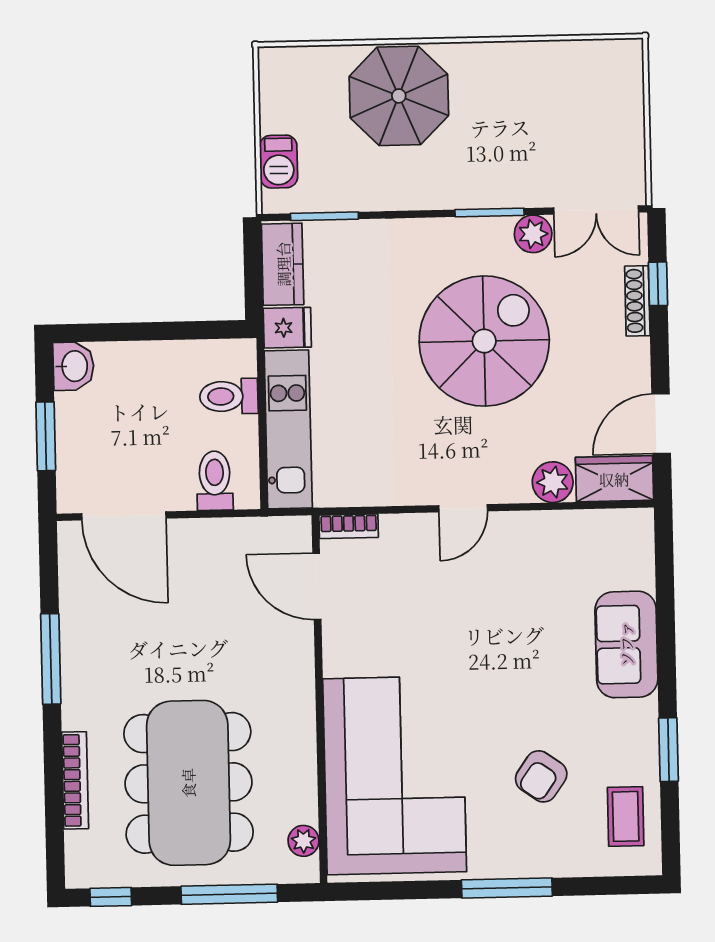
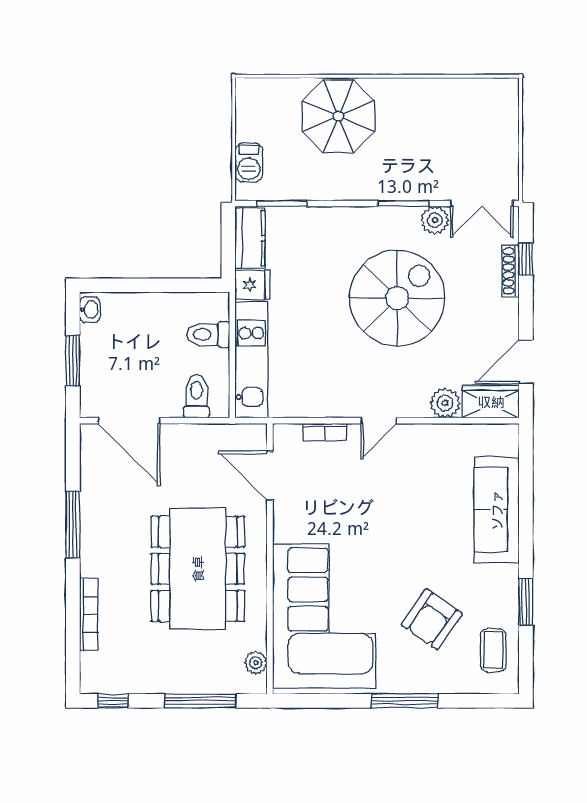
washbasin: (73, 366) -> (90, 310), width x0.72, depth x0.69
bookcase: (349, 526) -> (325, 432), moved
sofa: (626, 644) -> (497, 510), width x1.36
armchair: (541, 776) -> (432, 619), width x1.38, depth x1.38
dining table: (188, 783) -> (198, 569), moved

